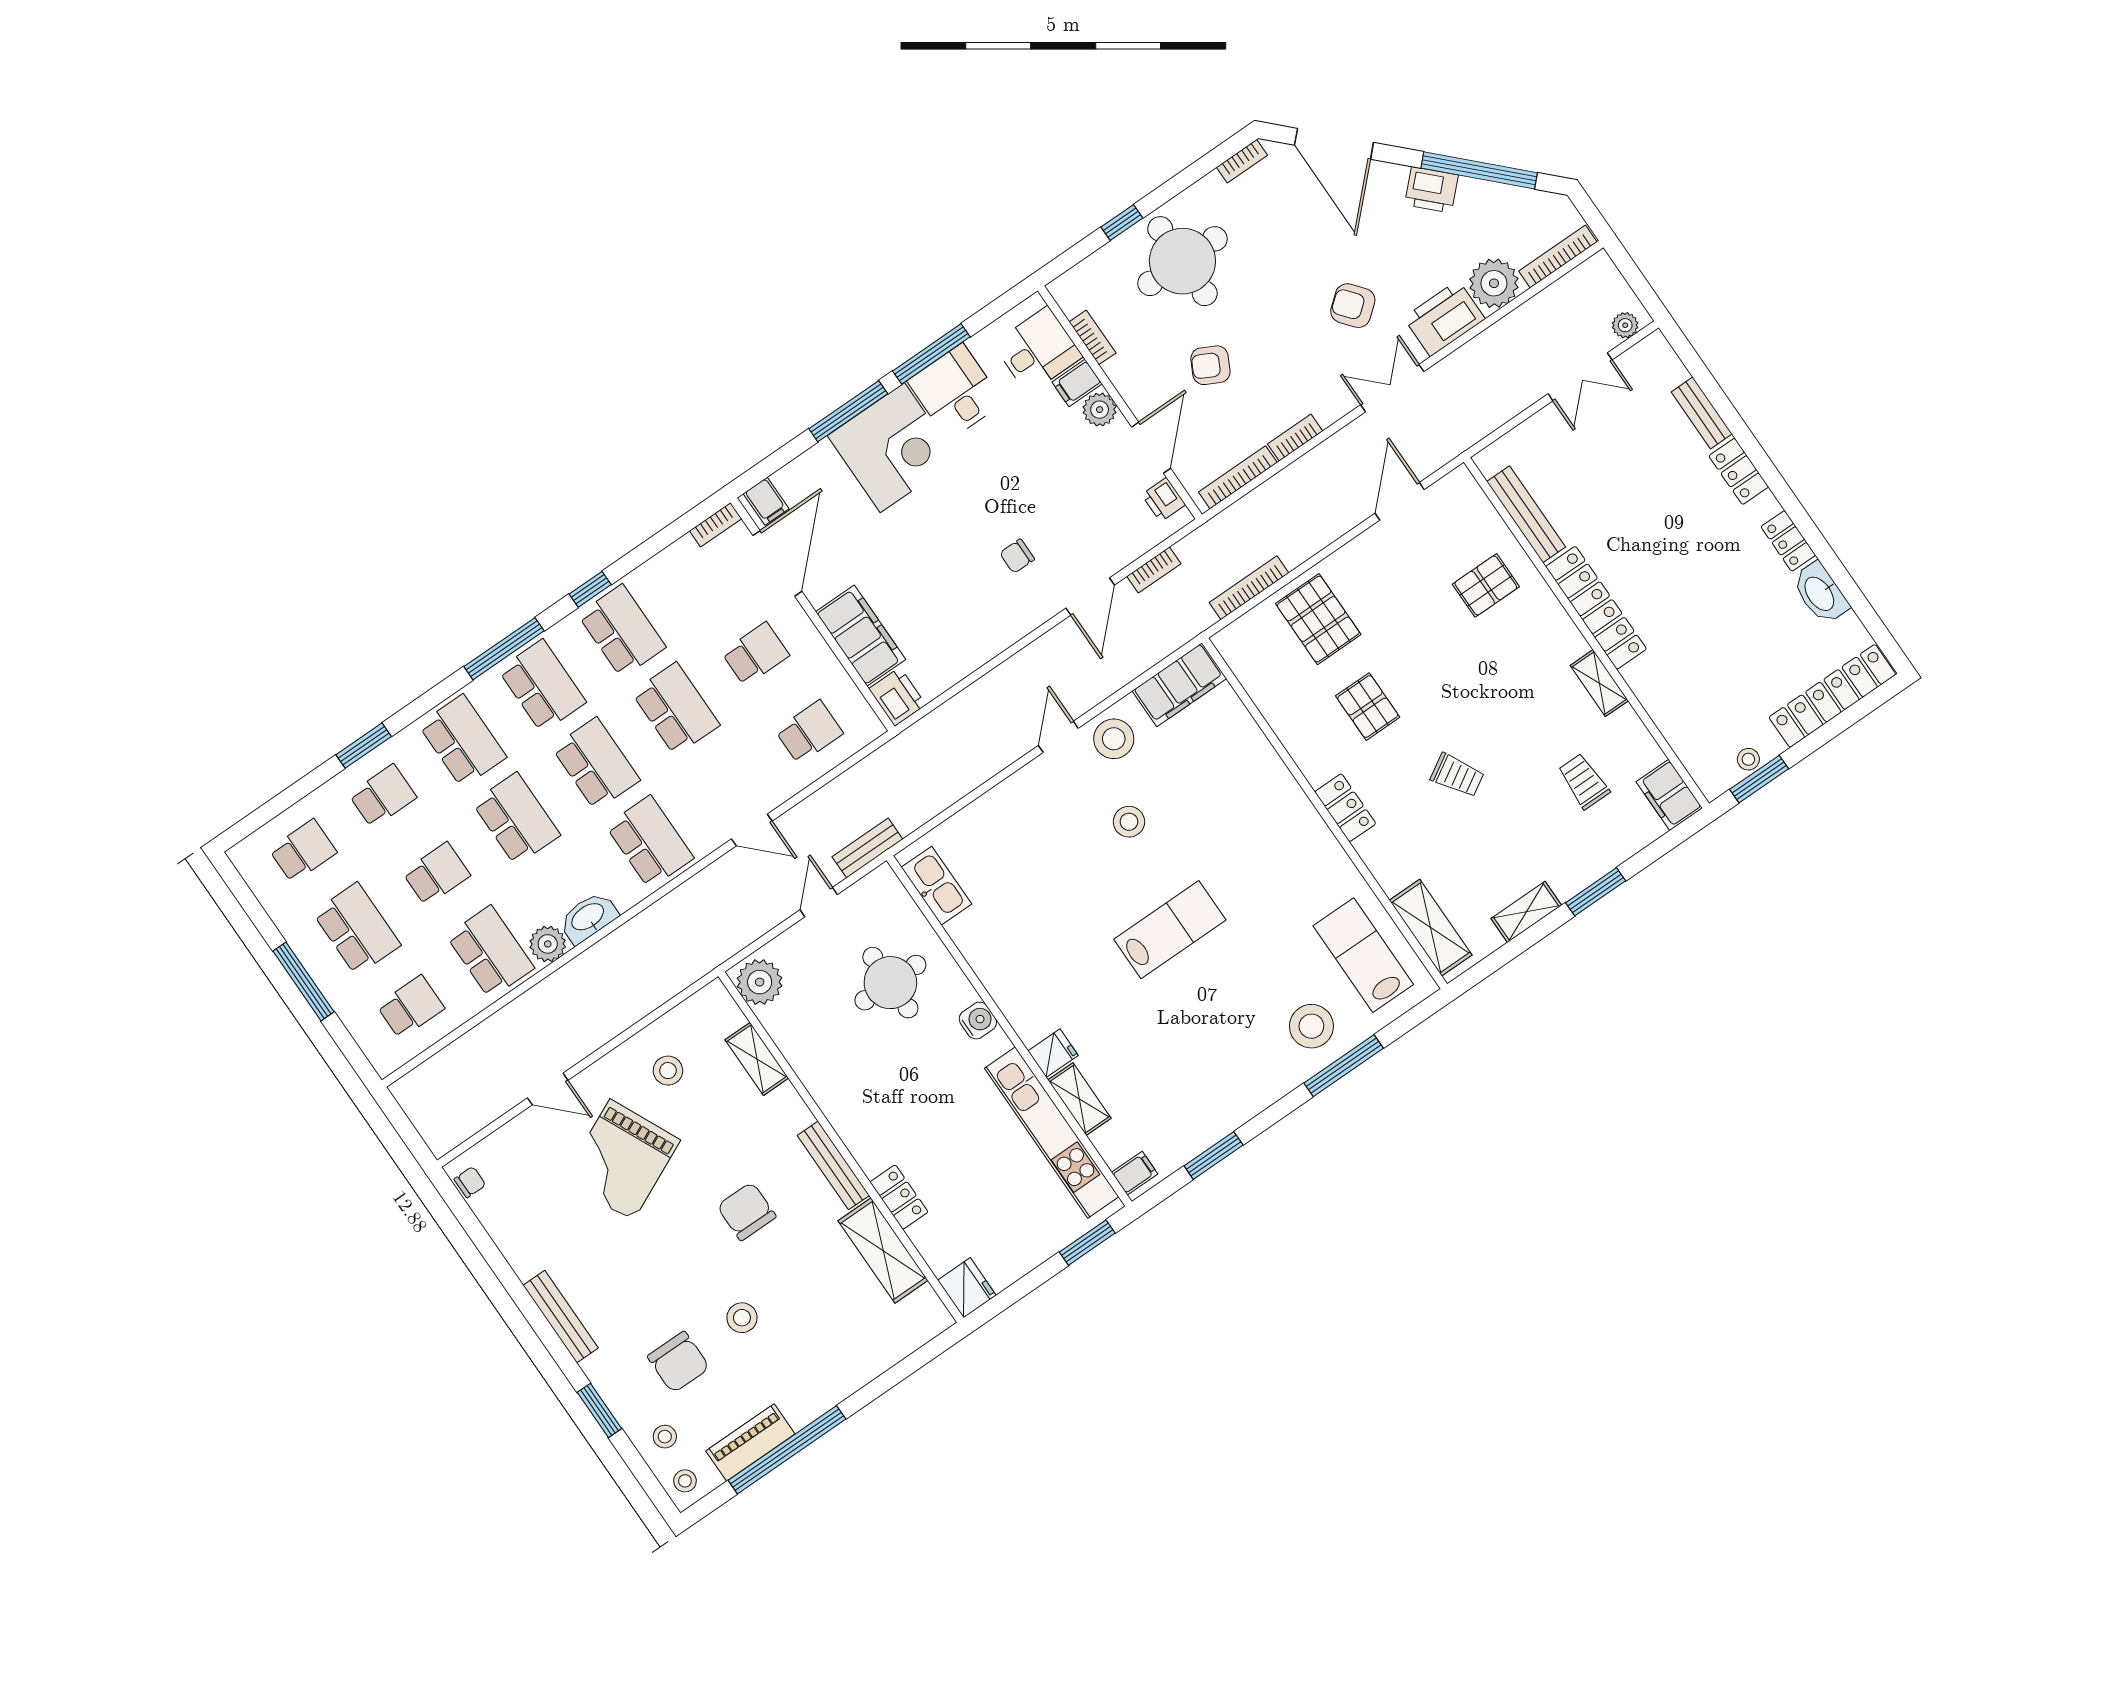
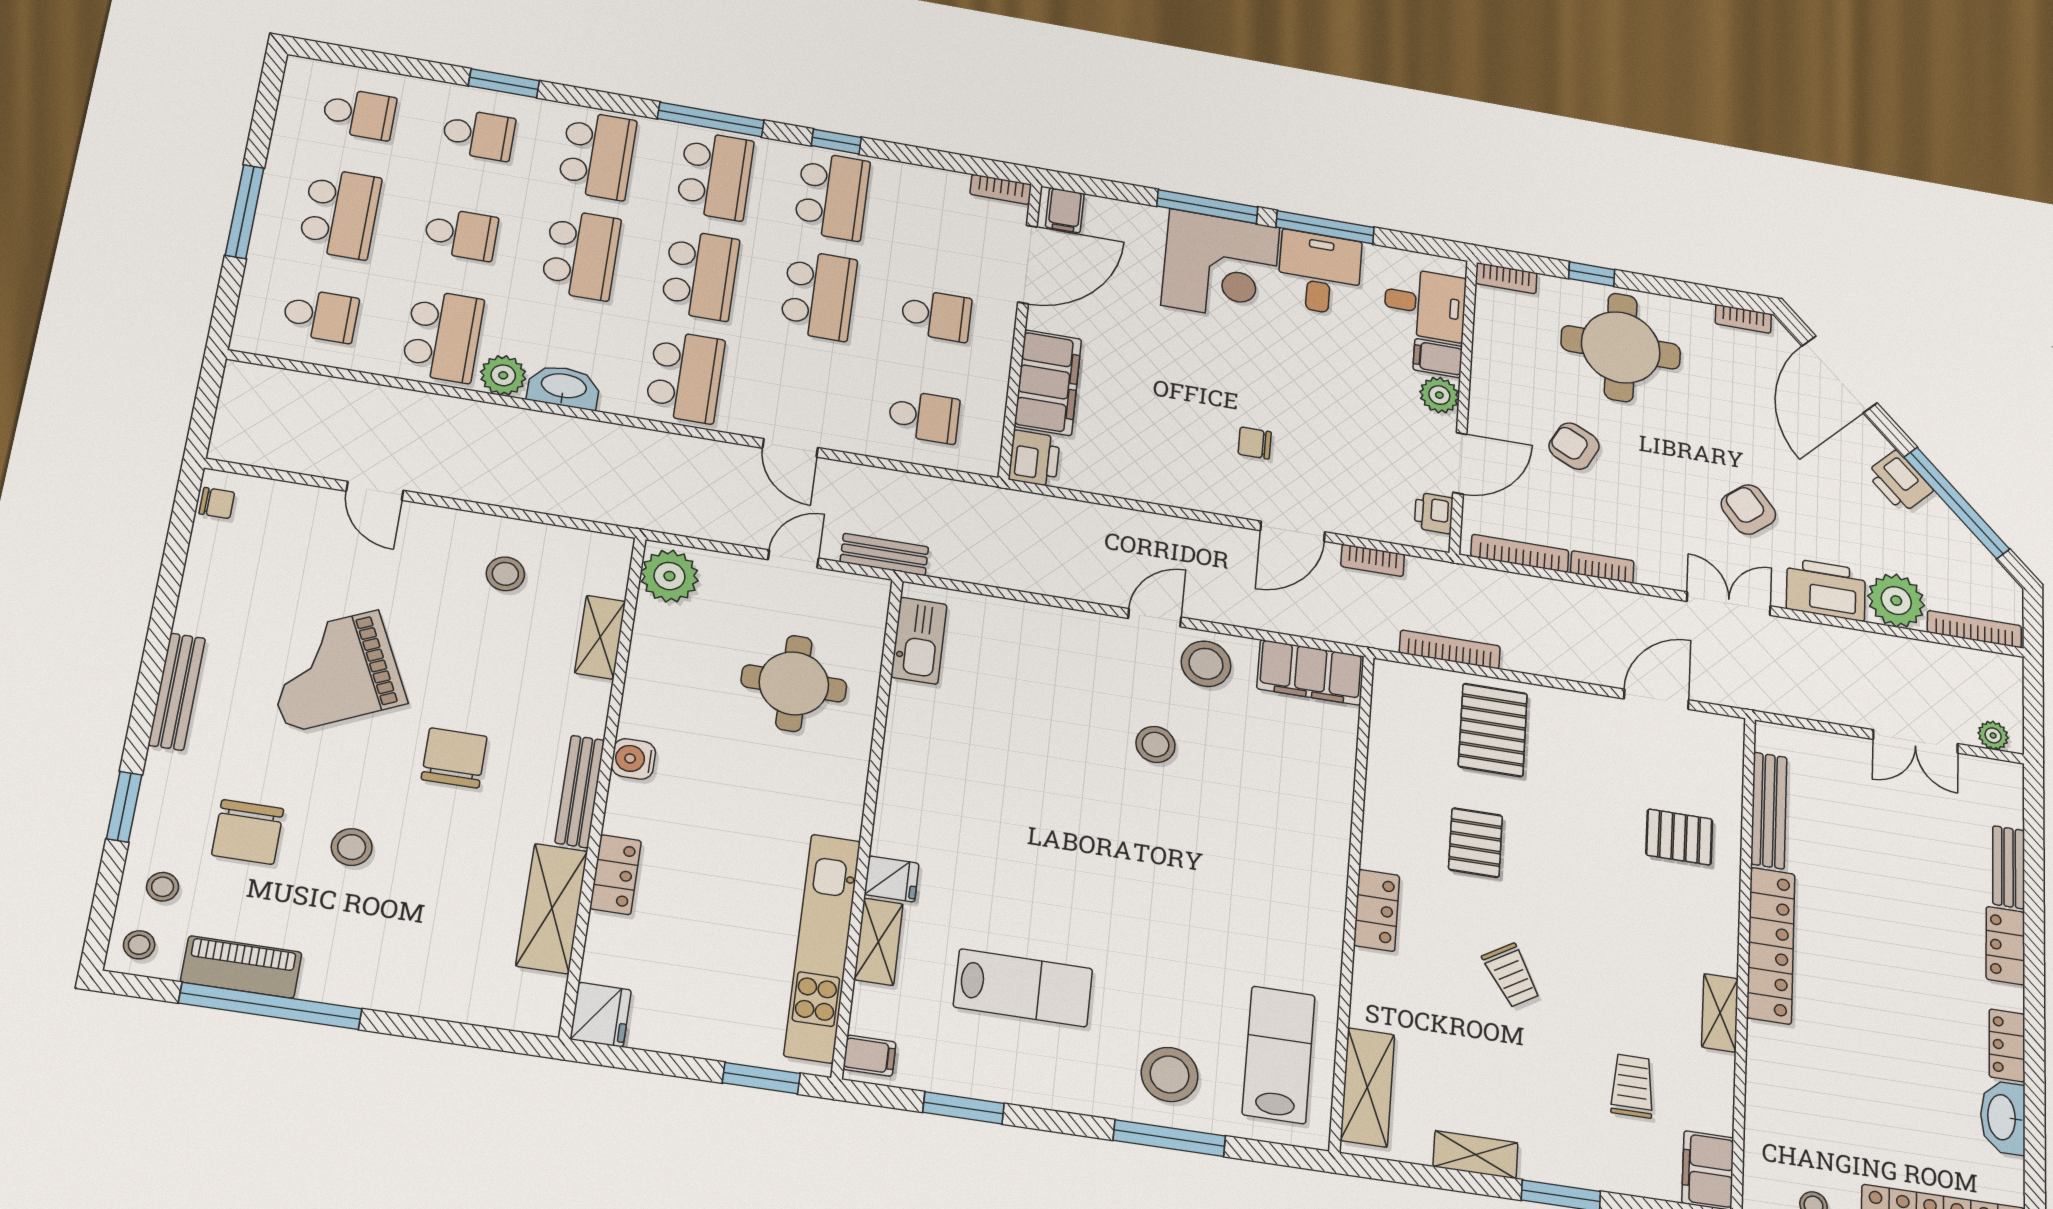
bookcase: (1092, 337) -> (1506, 278), moved, turned 90
lab bench: (1170, 930) -> (1023, 988), moved
water cooler: (978, 1021) -> (633, 759), moved, turned 180
grand piano: (621, 1160) -> (333, 671), moved

